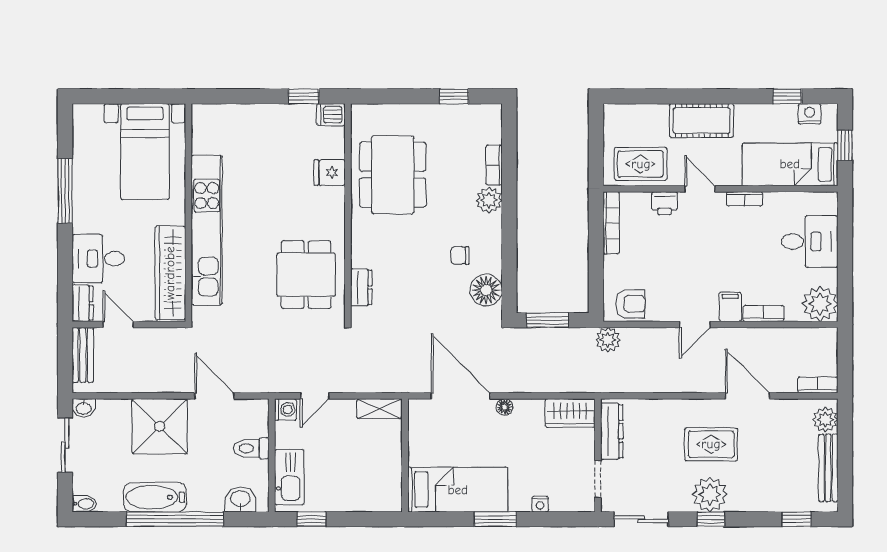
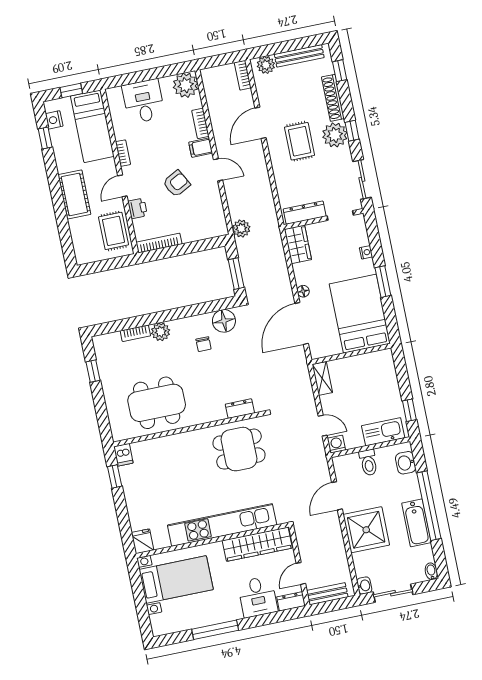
fridge: (330, 173) -> (143, 541), moved, turned 180
armchair: (630, 304) -> (176, 184), moved, turned 62
bed: (458, 490) -> (360, 314), width x1.50
shoe rack: (761, 502) -> (333, 98), added

